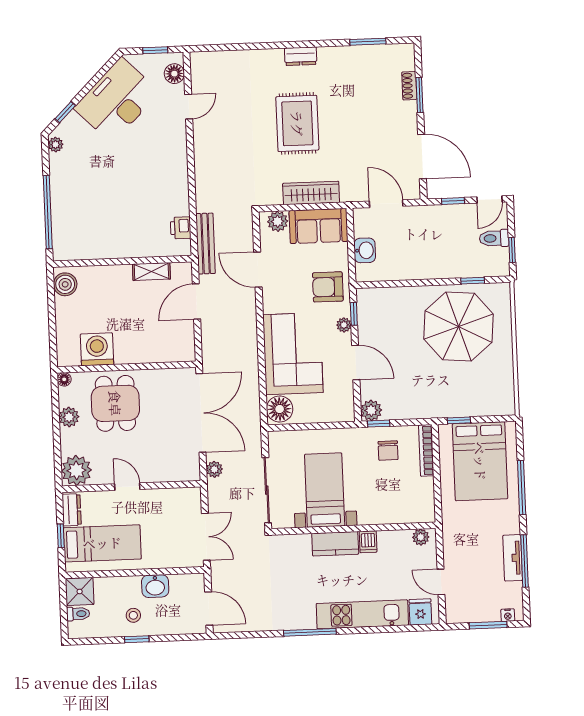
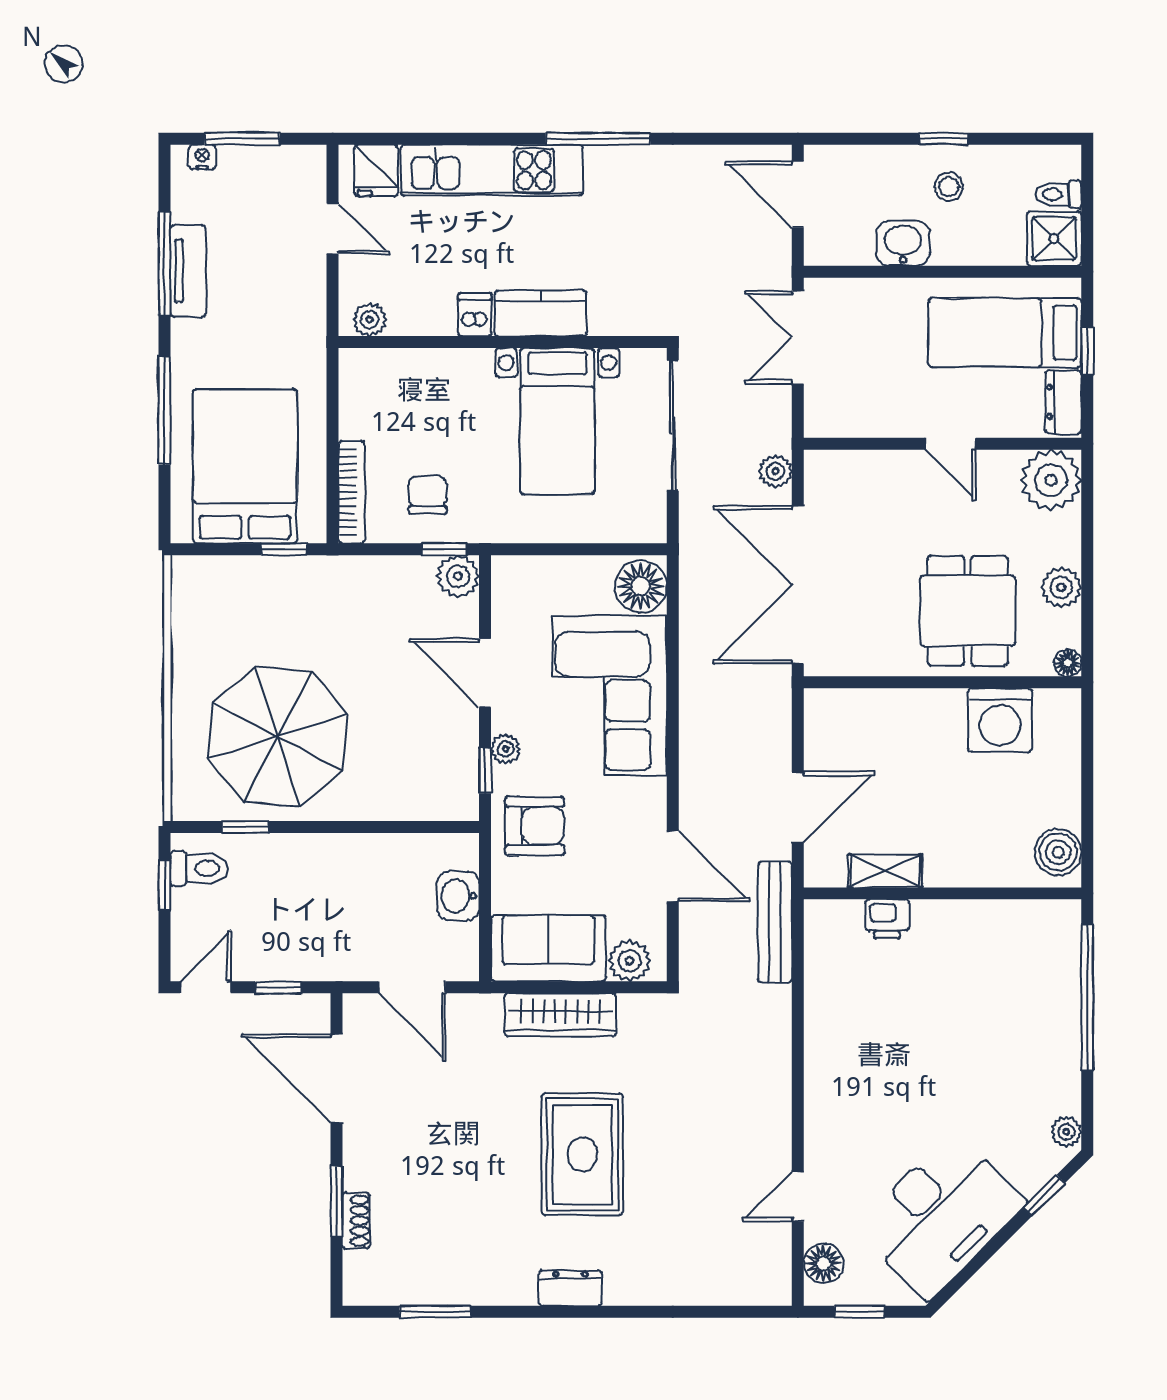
printer: (181, 228) -> (887, 919), moved, turned 90
toilet: (494, 238) -> (199, 869), moved

